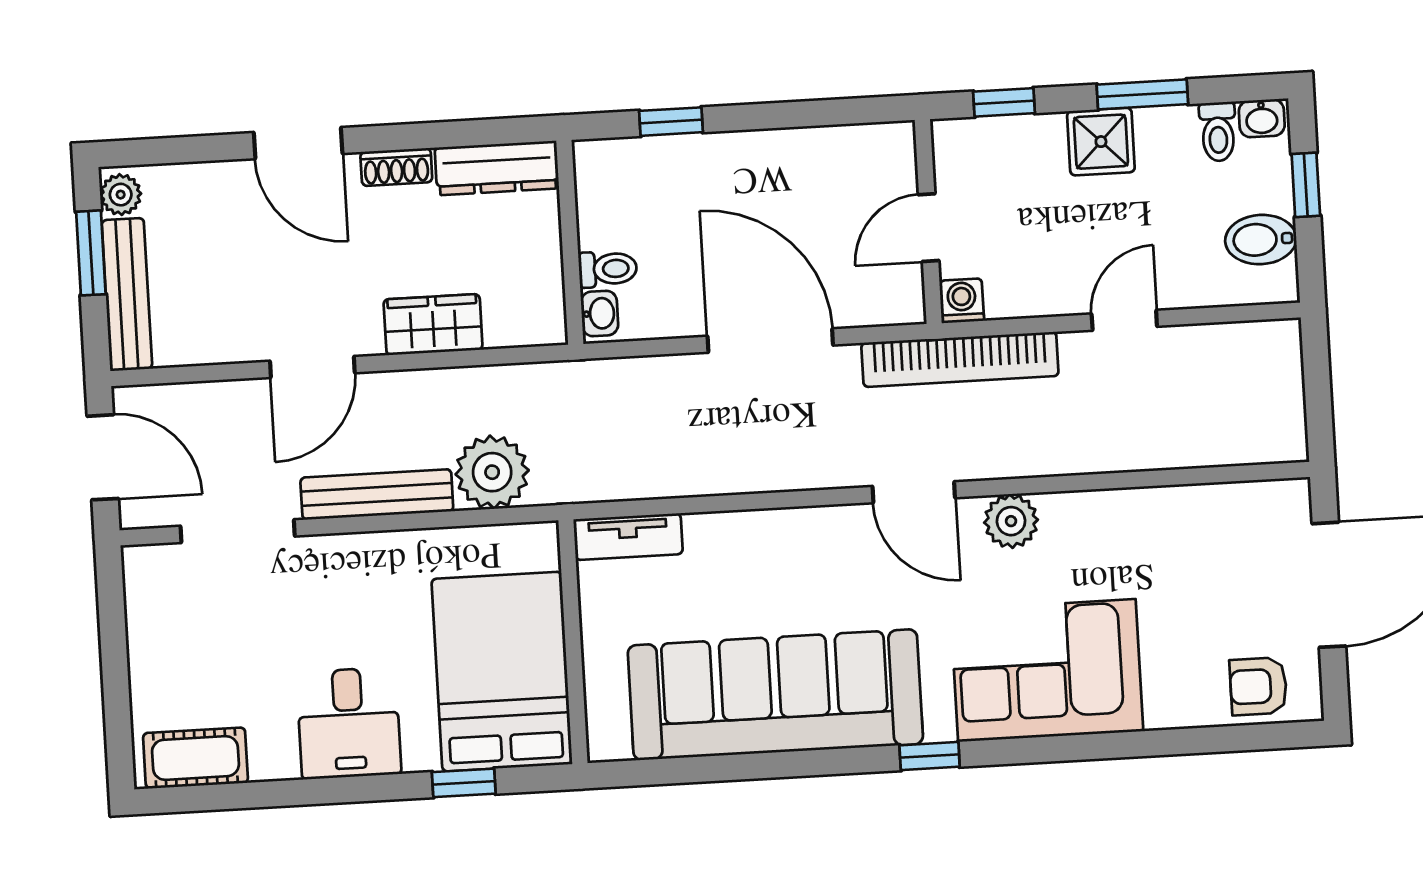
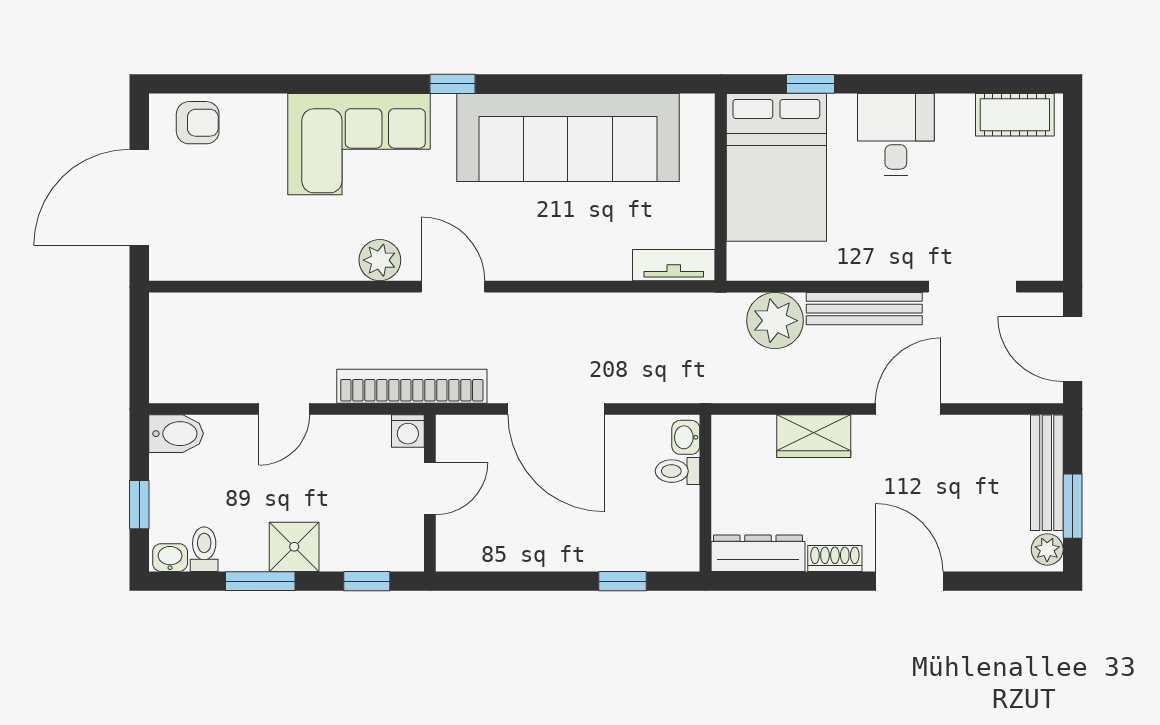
bidet: (1261, 240) -> (176, 434), moved

